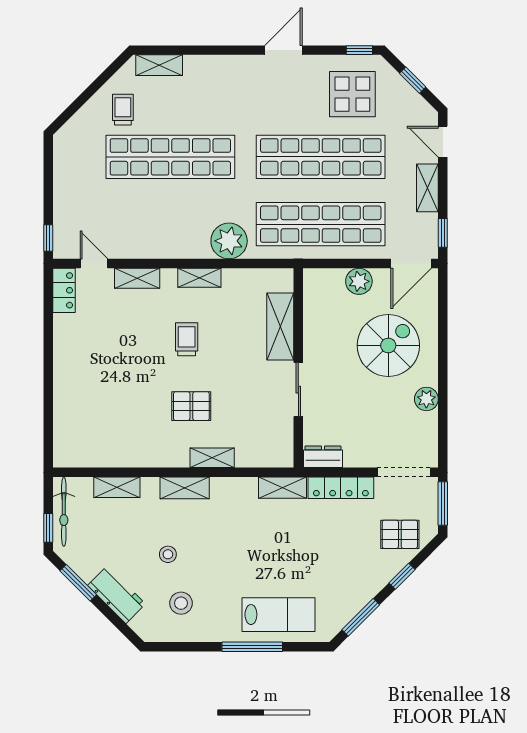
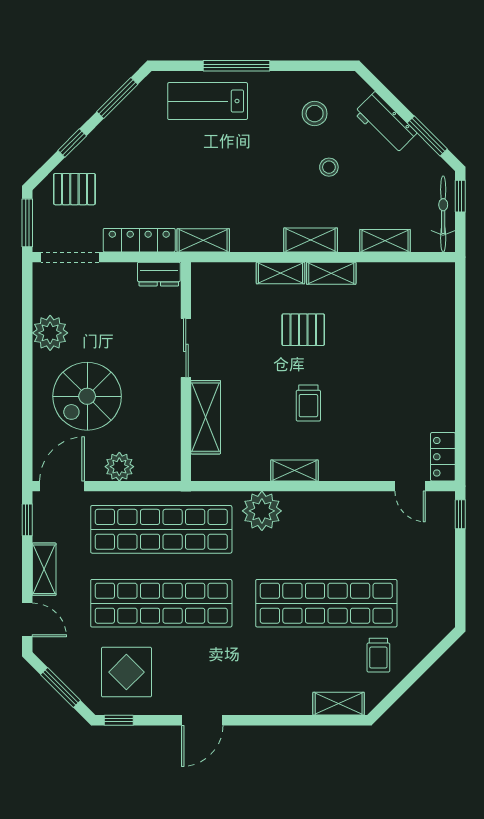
window: (413, 80) -> (60, 687), width x1.50
shelving: (137, 278) -> (331, 273), moved
plant: (426, 399) -> (50, 333), width x1.36, depth x1.36

